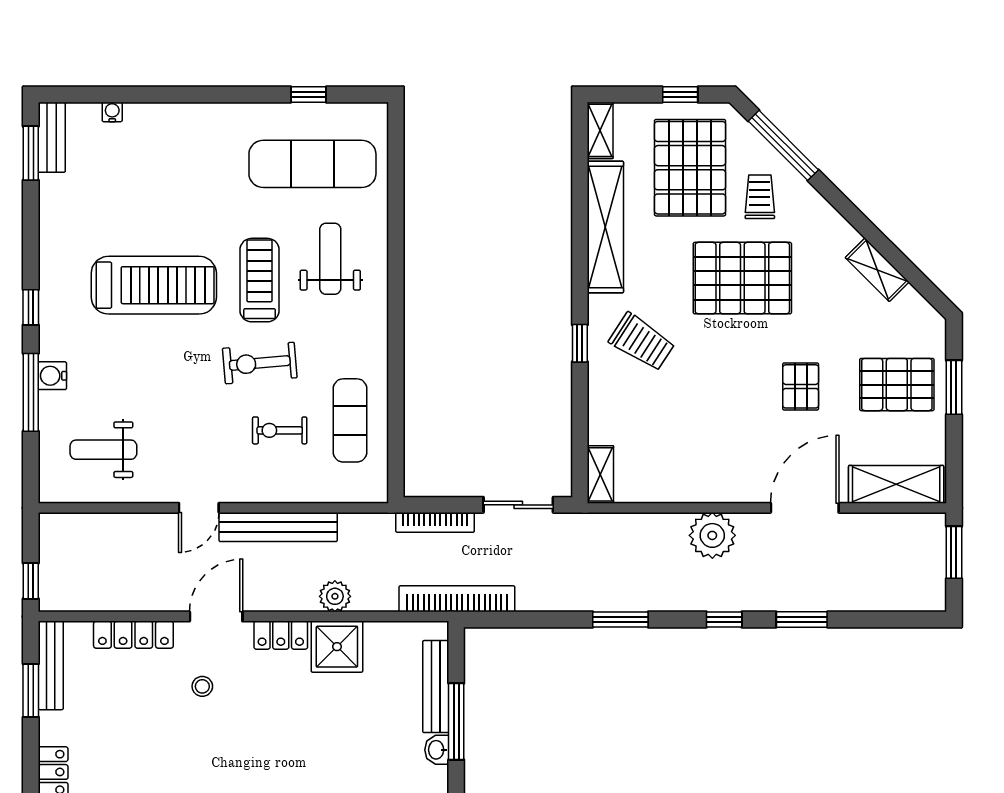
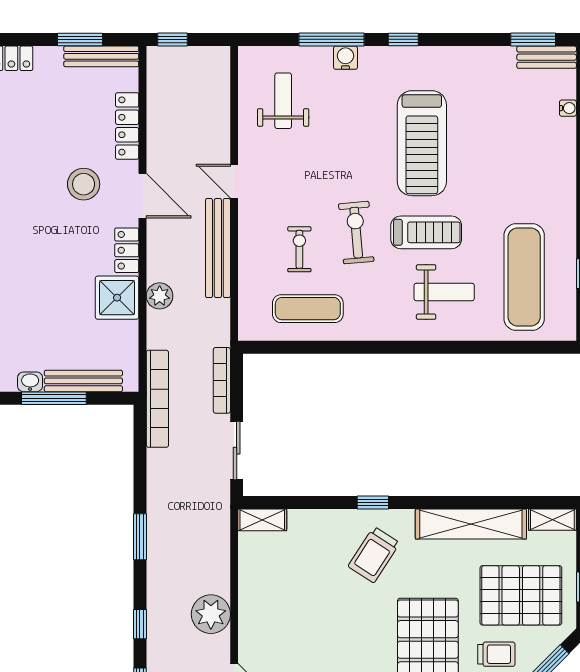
stool: (202, 686) -> (84, 184), width x1.89, depth x1.89

